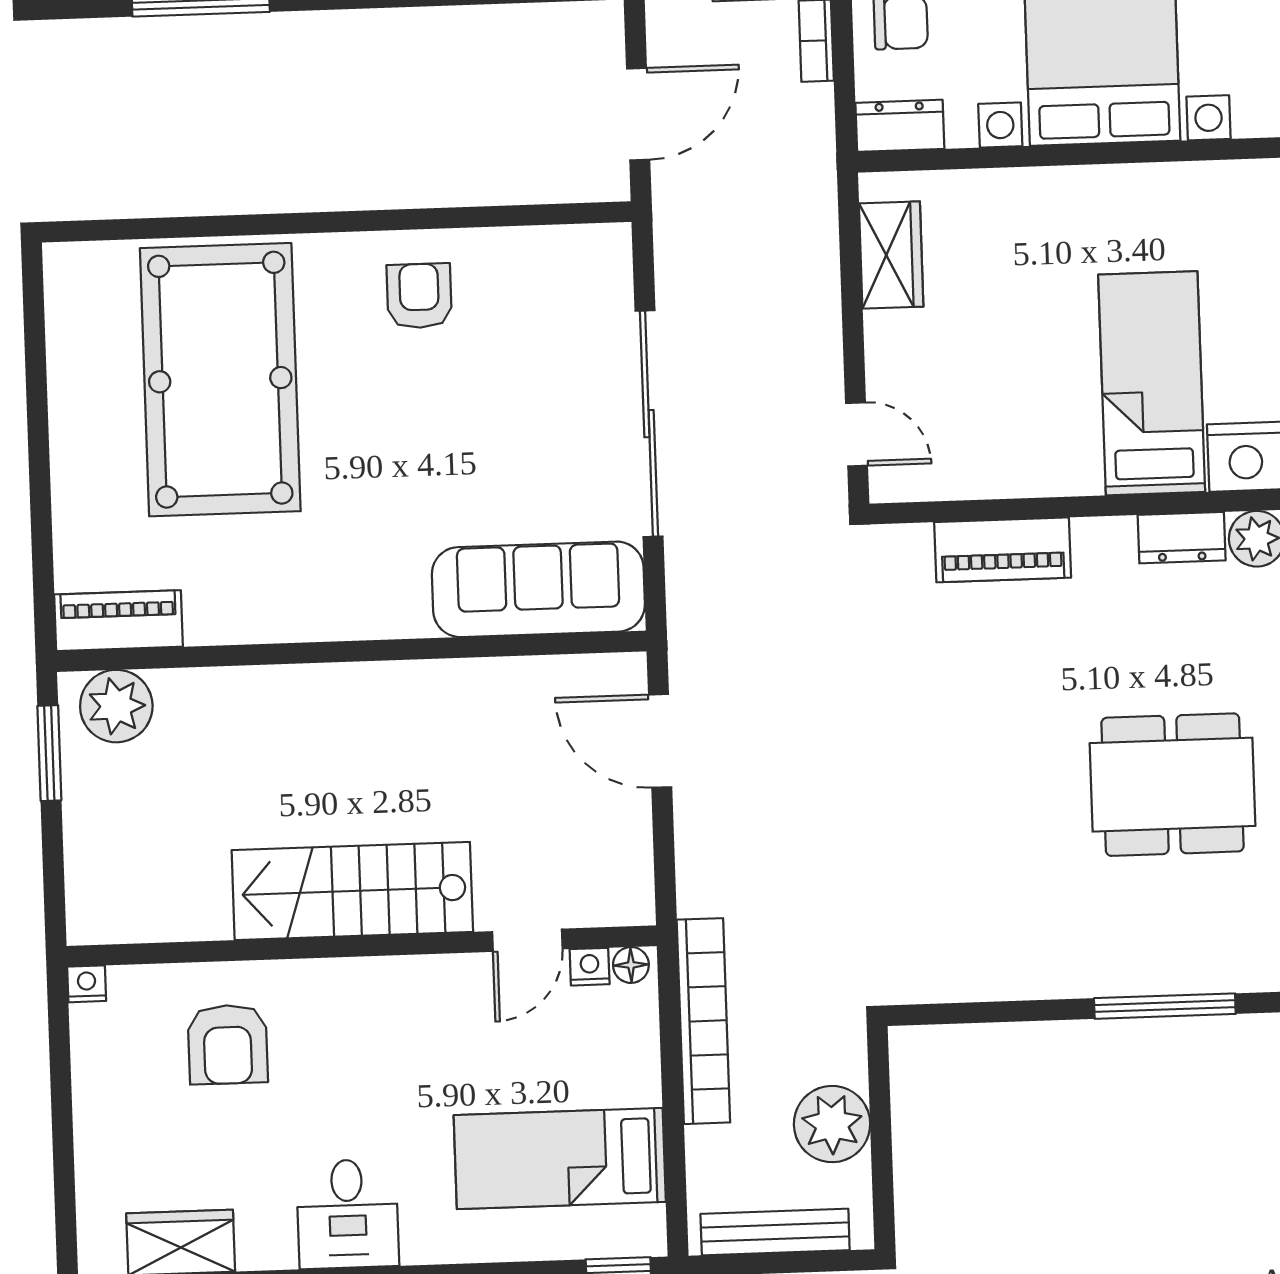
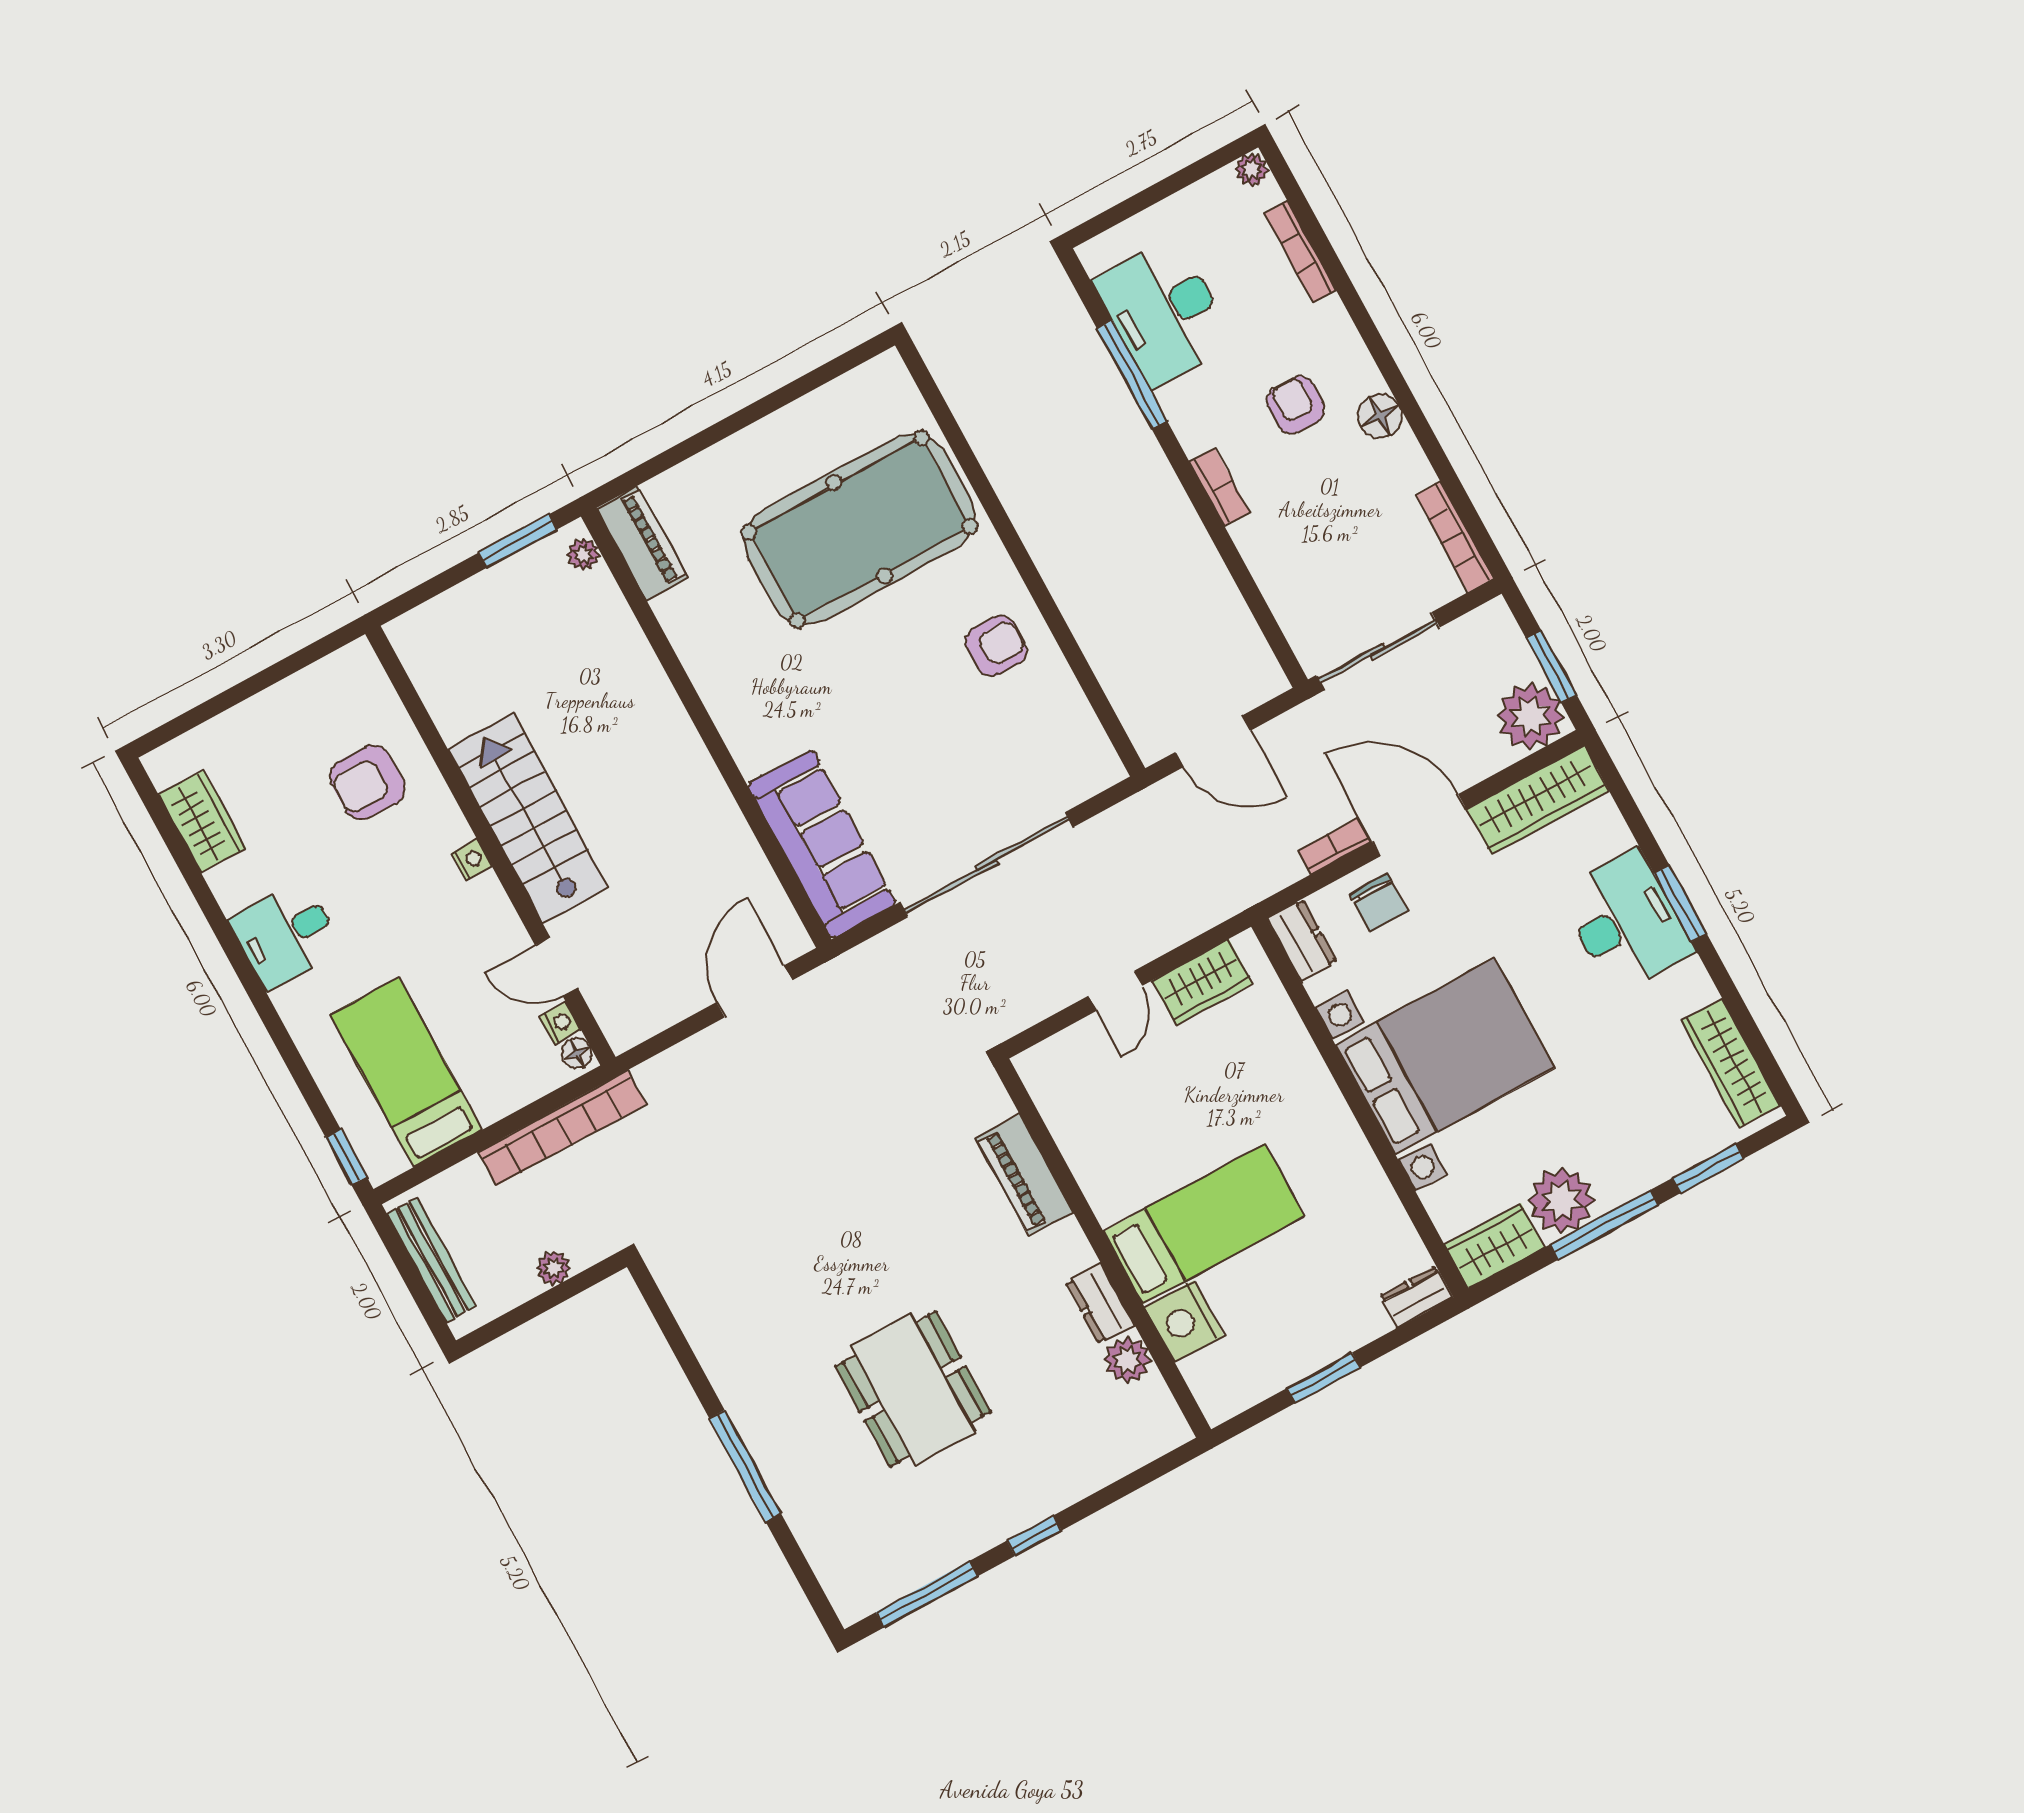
door: (857, 434) -> (1115, 991), moved
plant: (116, 706) -> (583, 554), width x0.53, depth x0.53
nightstand: (87, 984) -> (472, 860), moved
plant: (832, 1124) -> (553, 1268), width x0.53, depth x0.53

